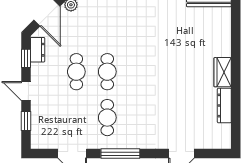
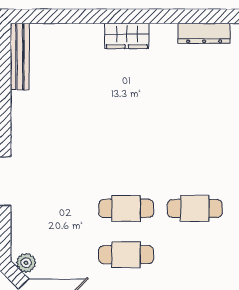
dresser: (224, 106) -> (204, 33), moved

